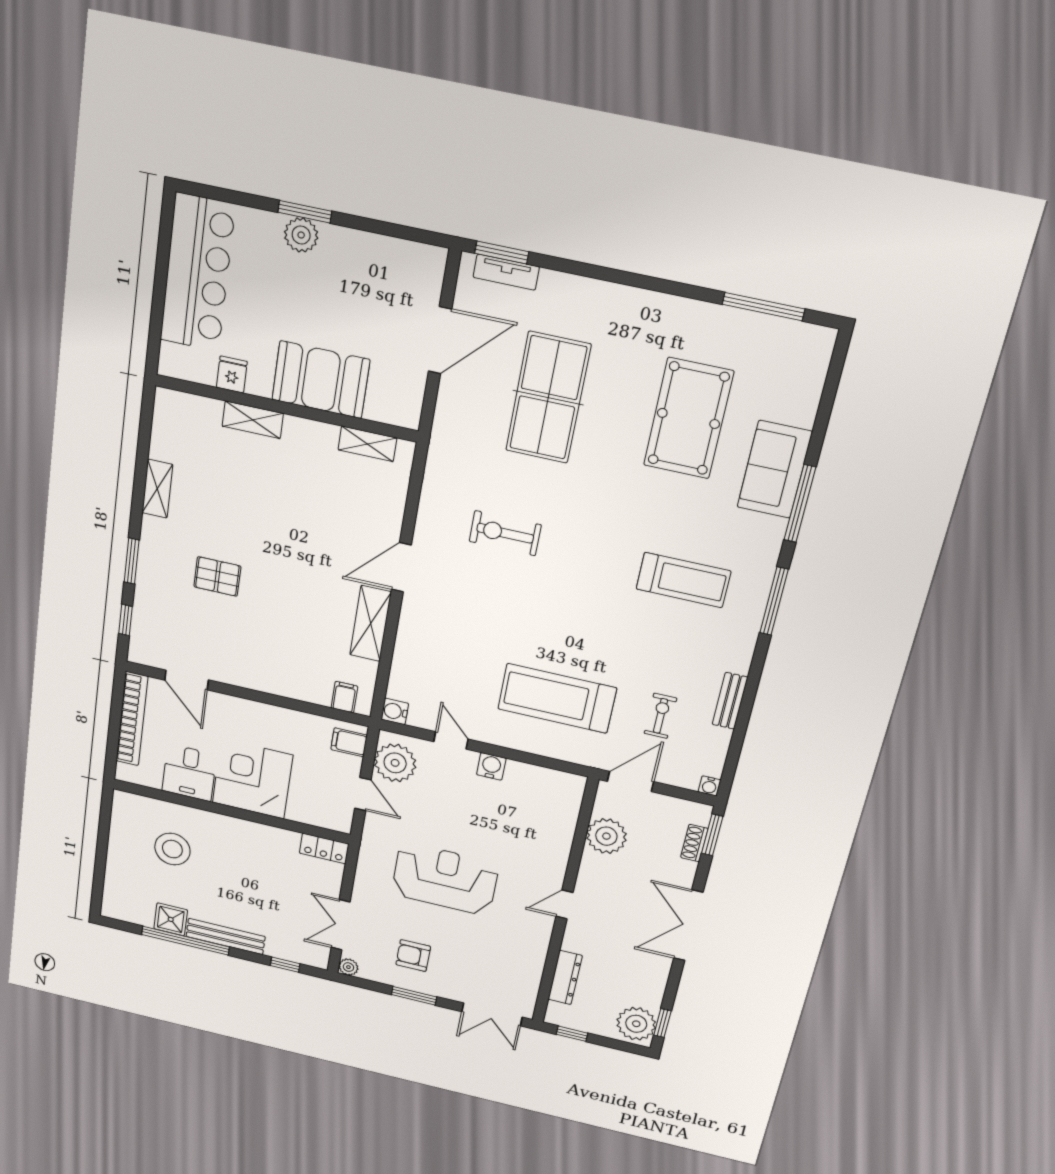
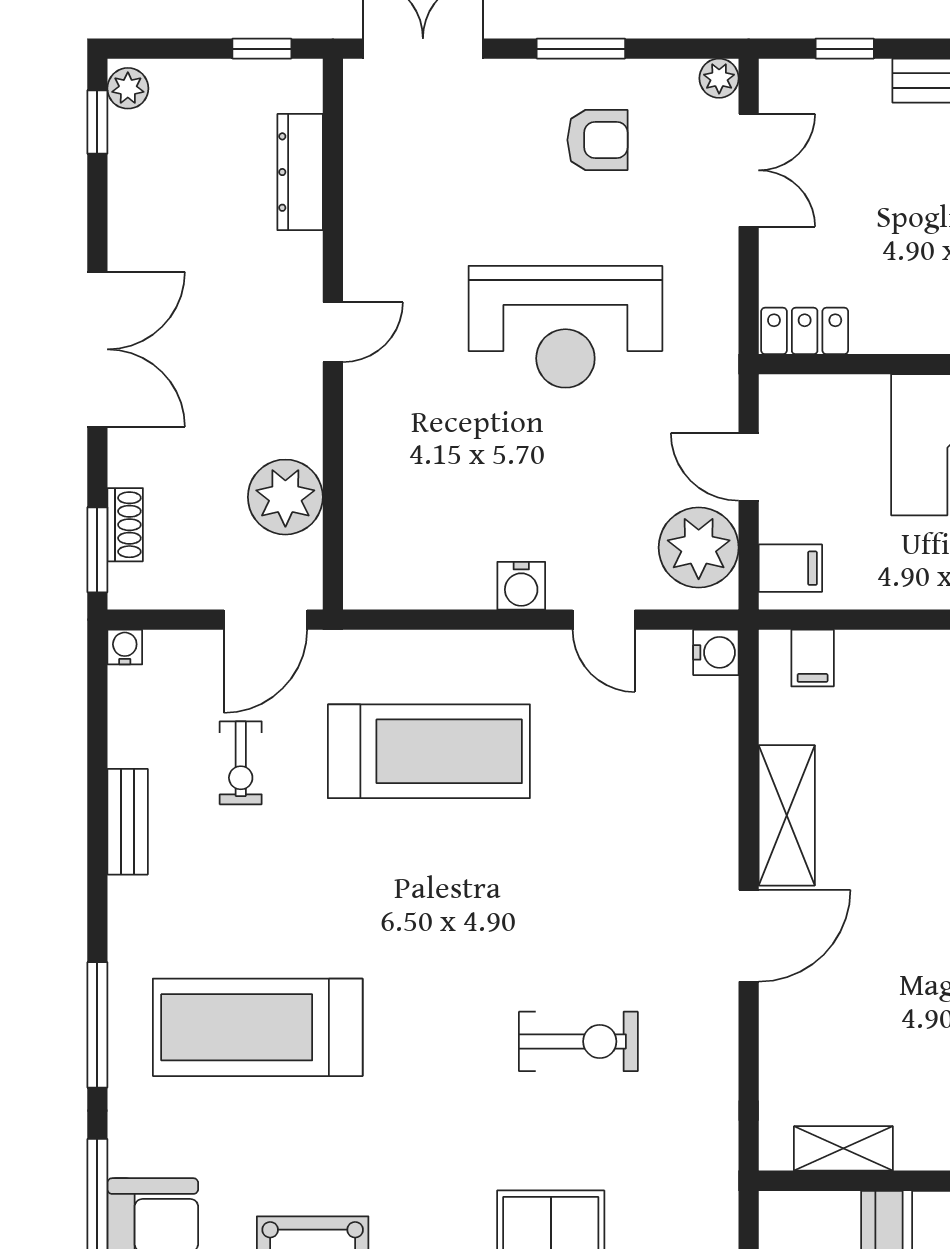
treadmill: (683, 580) -> (258, 1027), width x1.37, depth x1.38
plant: (636, 1024) -> (128, 88), width x0.53, depth x0.53

